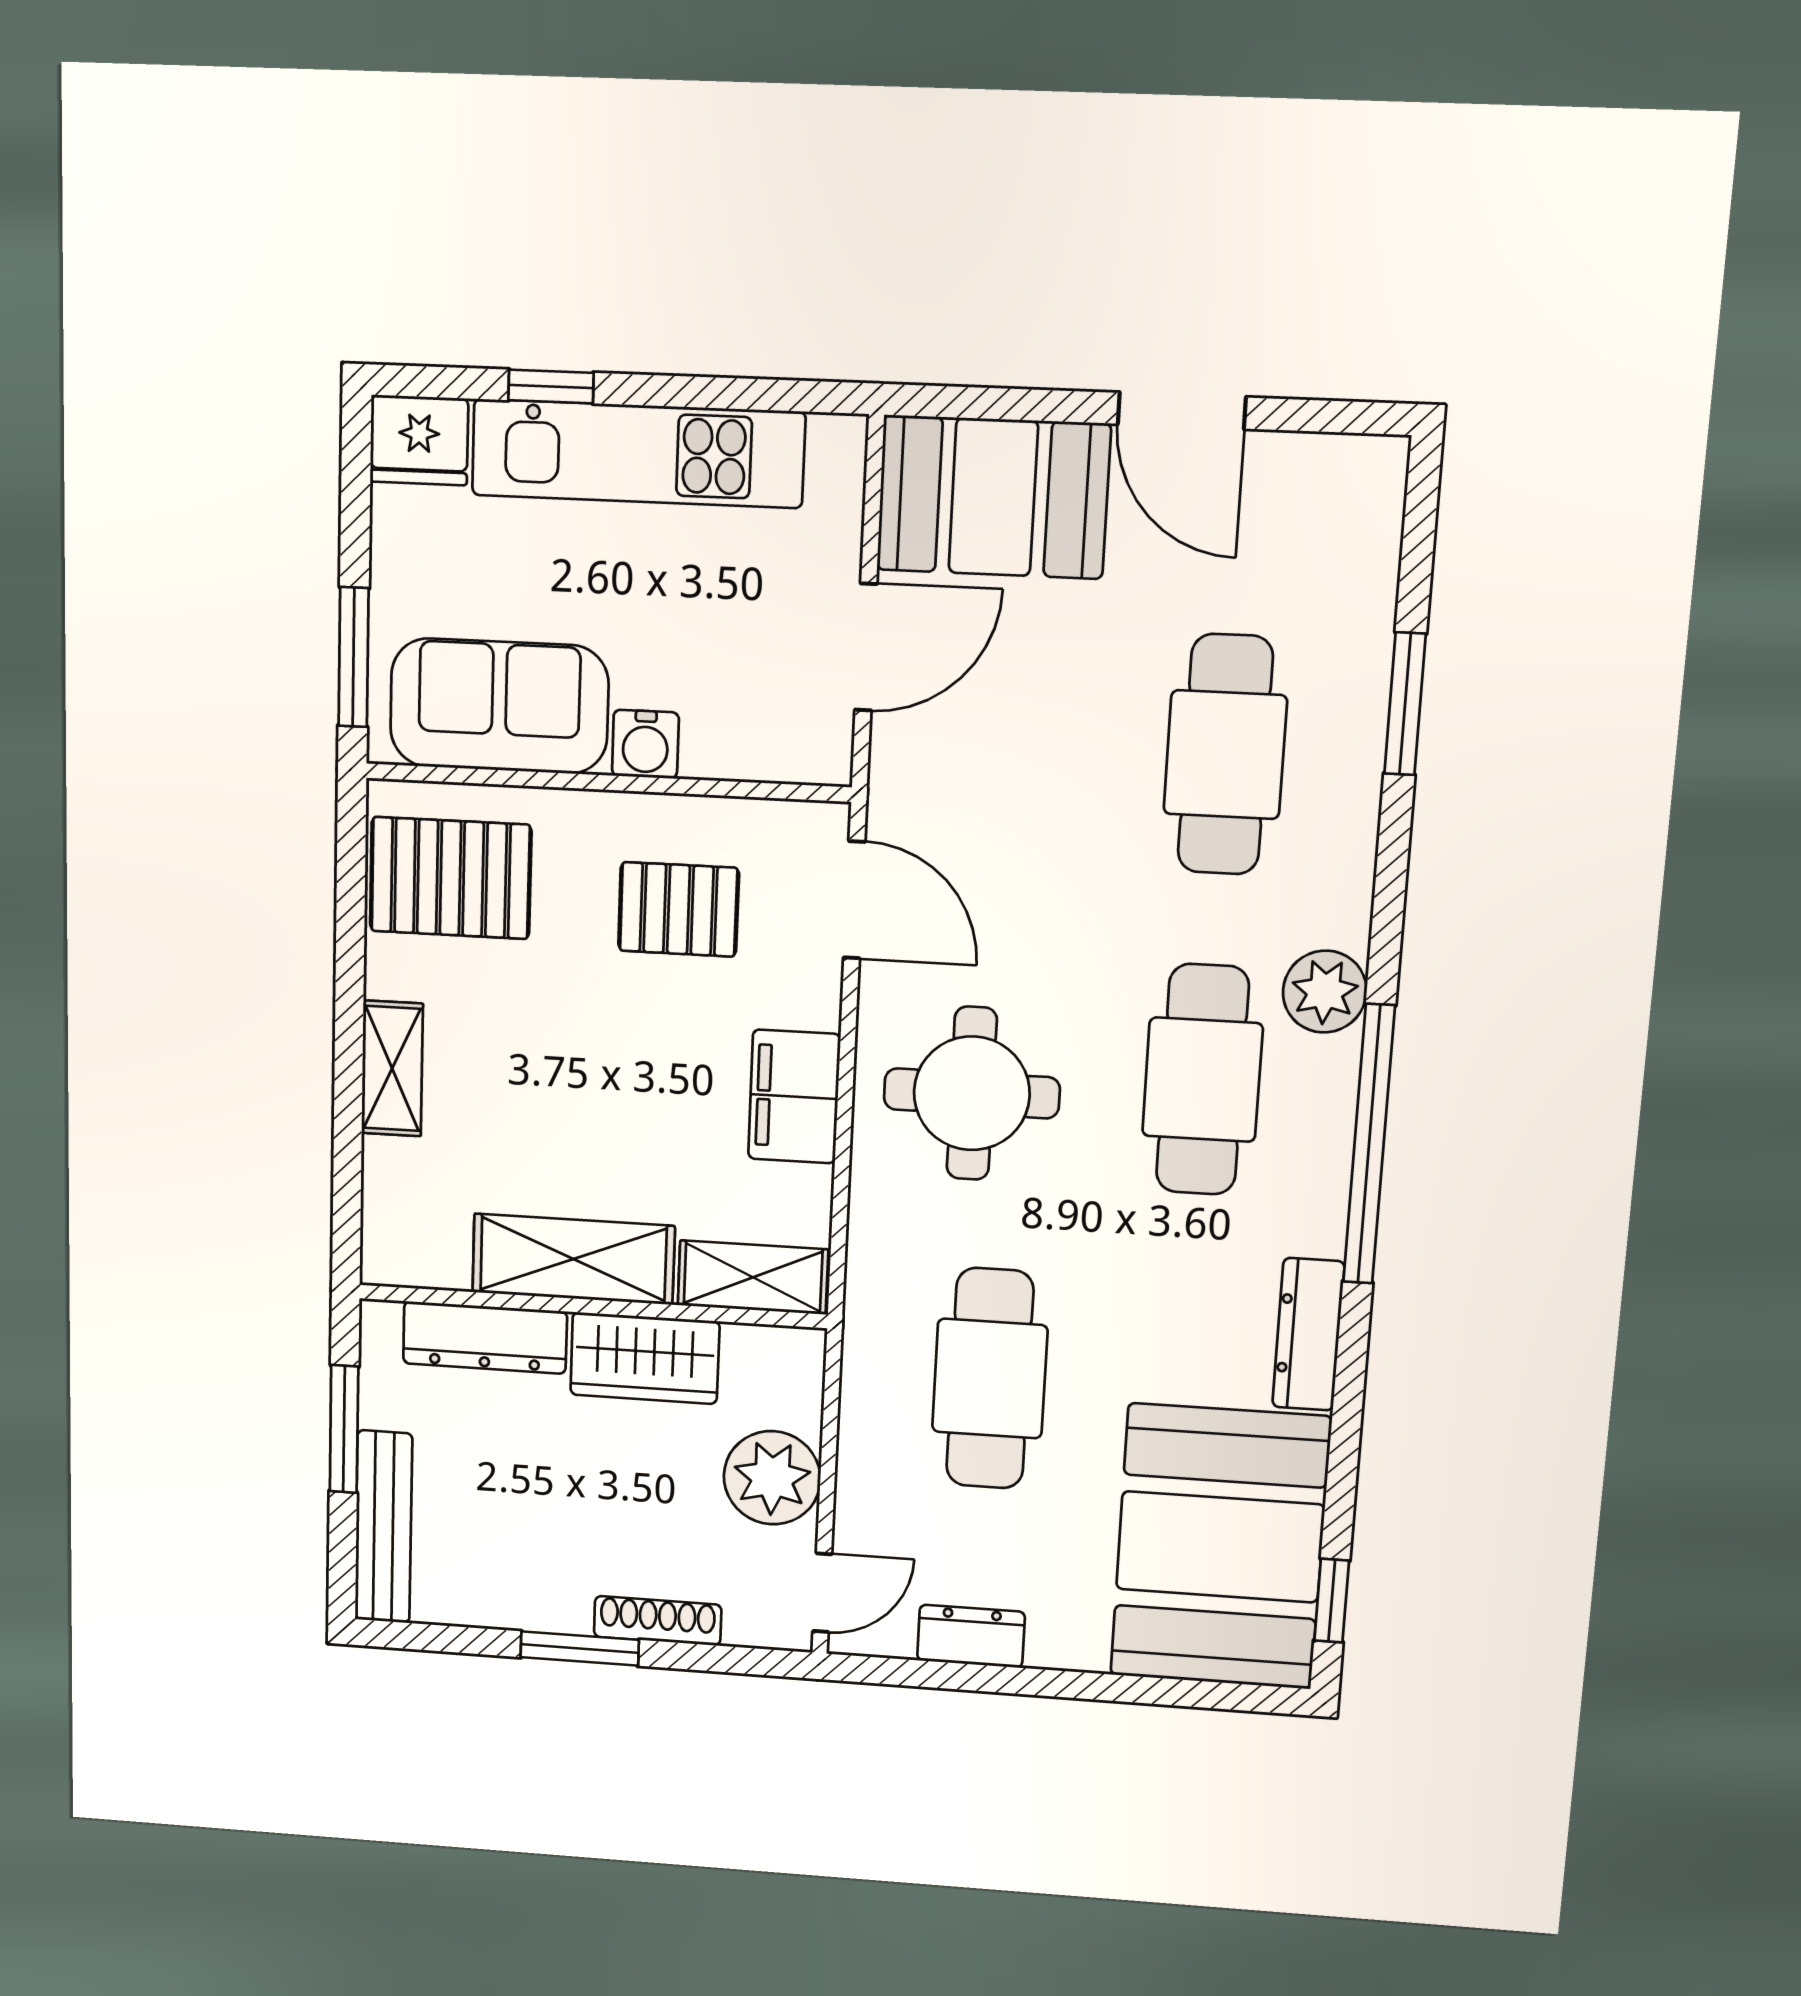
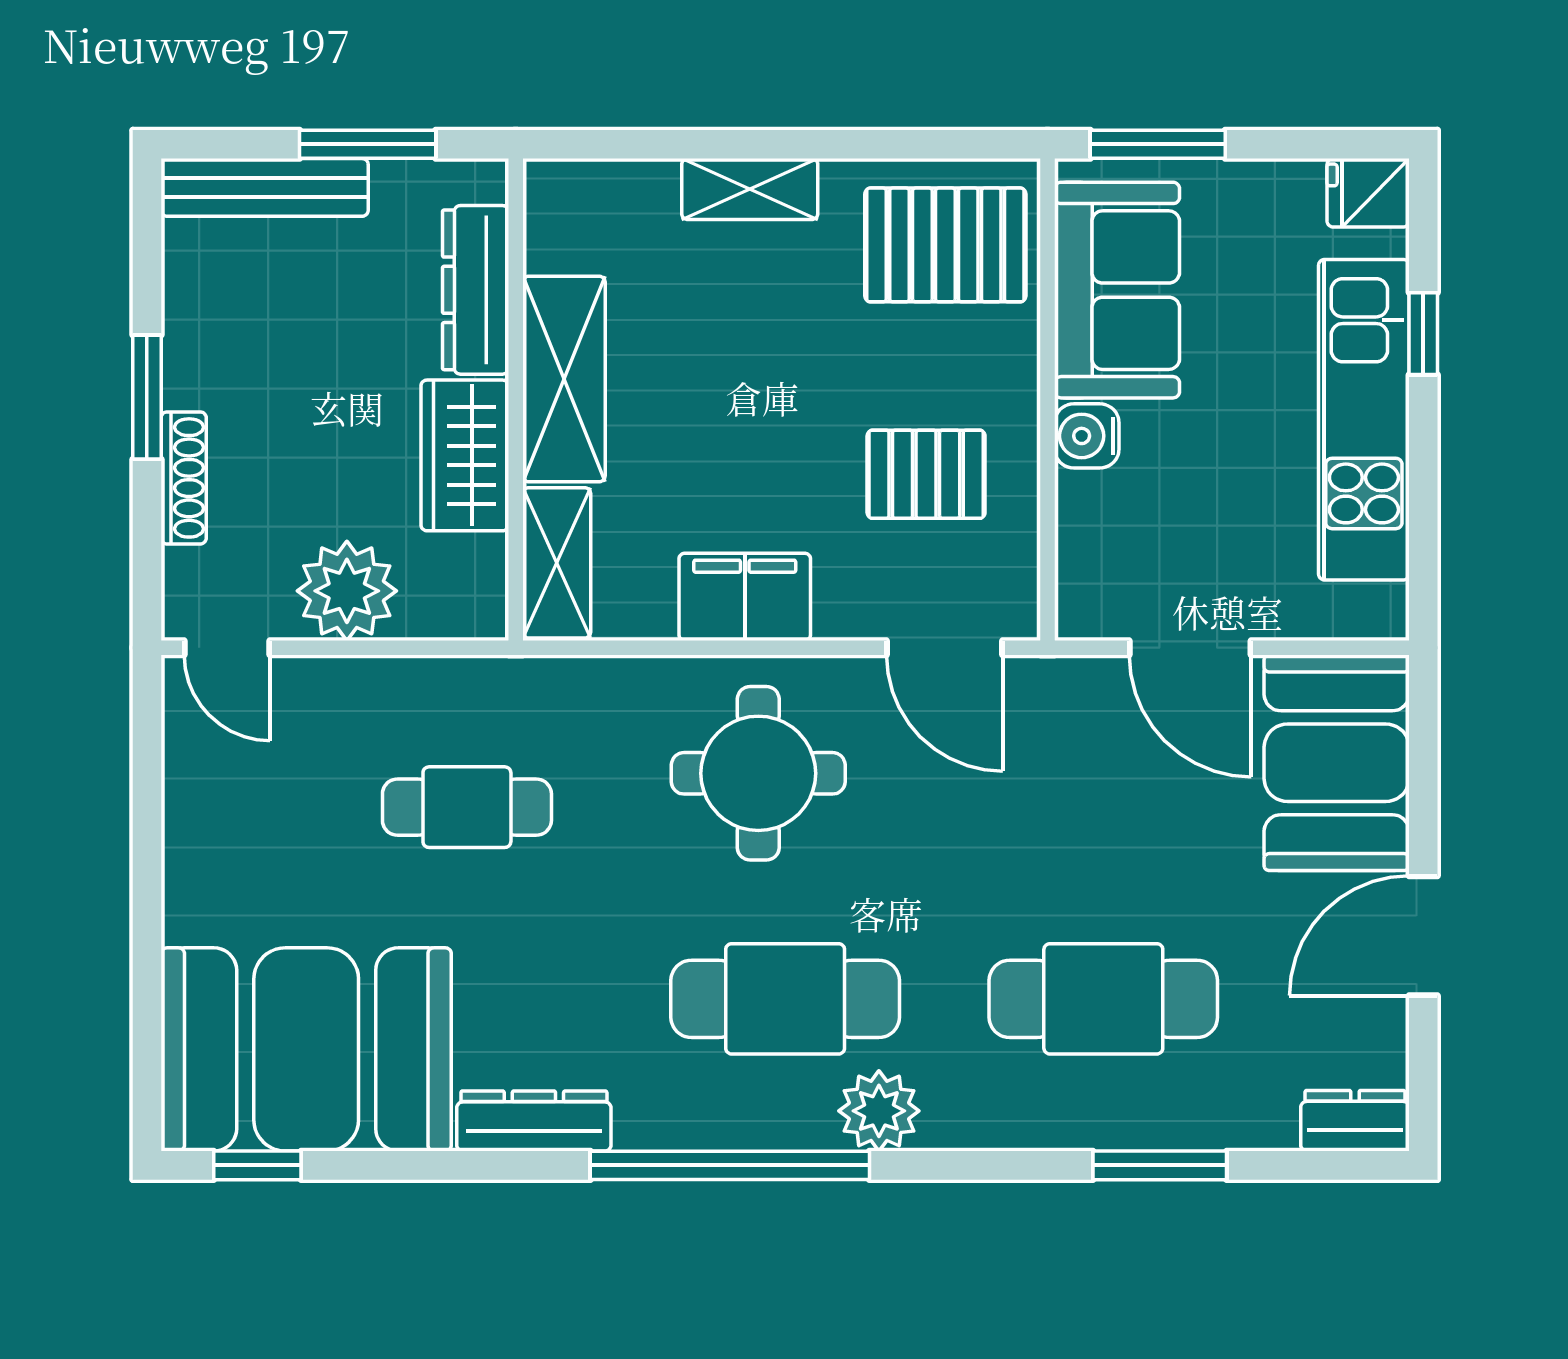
fridge: (419, 440) -> (1368, 193), width x0.72
pallet: (450, 878) -> (945, 245), turned 90
door: (854, 900) -> (945, 648), hinge flipped
pallet: (679, 909) -> (926, 474), turned 90
cafe table: (990, 1379) -> (467, 807), width x0.73, depth x0.74
dresser: (971, 1636) -> (1355, 1121), moved, turned -90

